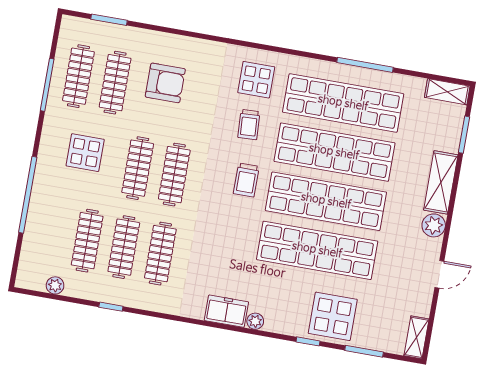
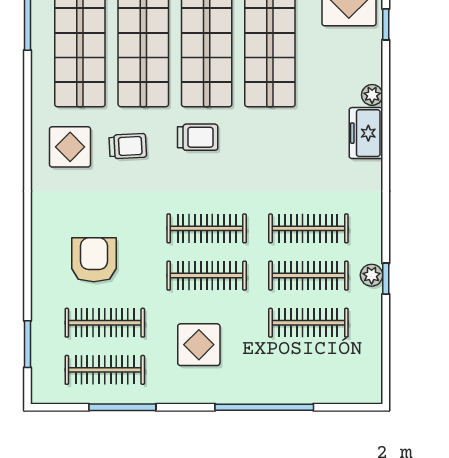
plant: (55, 285) -> (372, 275), moved

